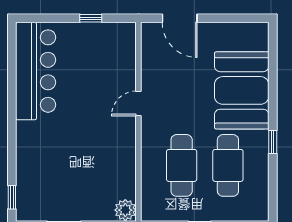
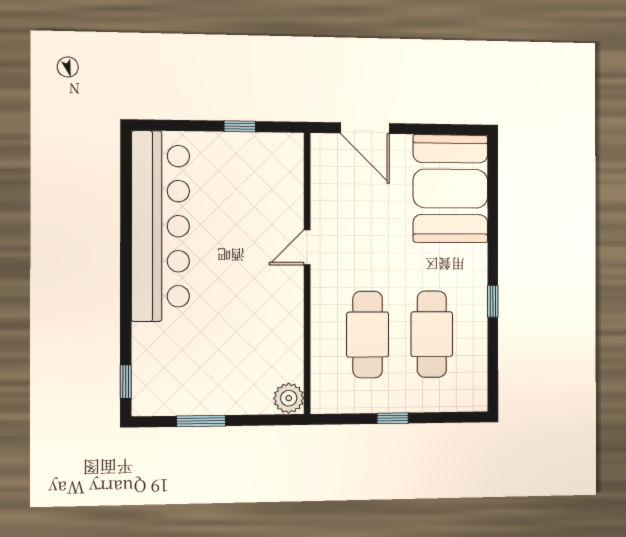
bar counter: (36, 71) -> (160, 226), width x1.36
booth: (242, 90) -> (450, 189), moved

